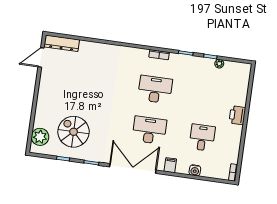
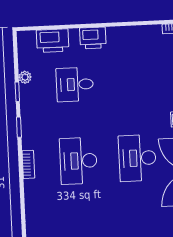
printer: (241, 87) -> (53, 41), added
desk: (202, 138) -> (75, 84), moved

